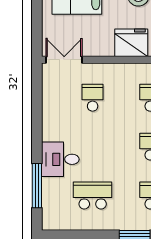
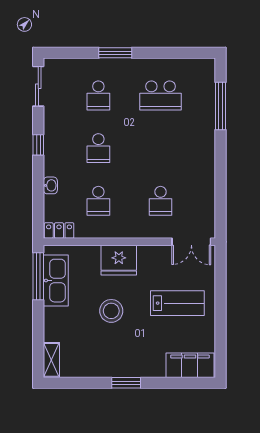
desk: (60, 159) -> (195, 134), removed

